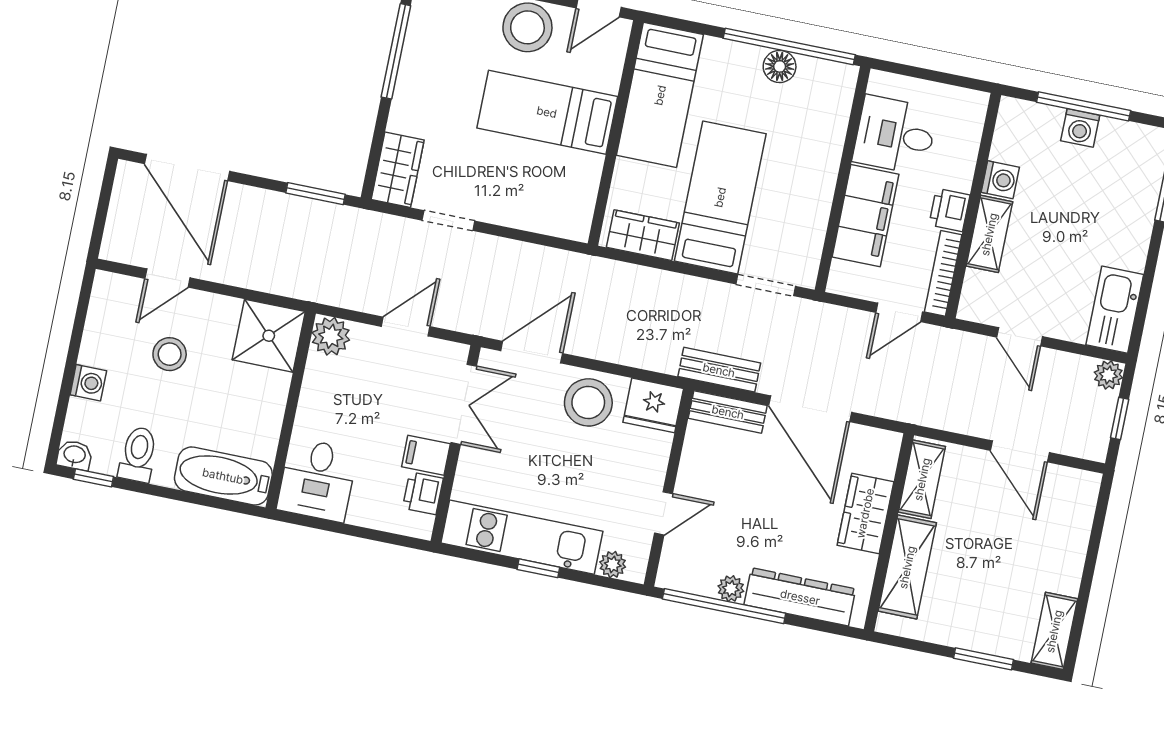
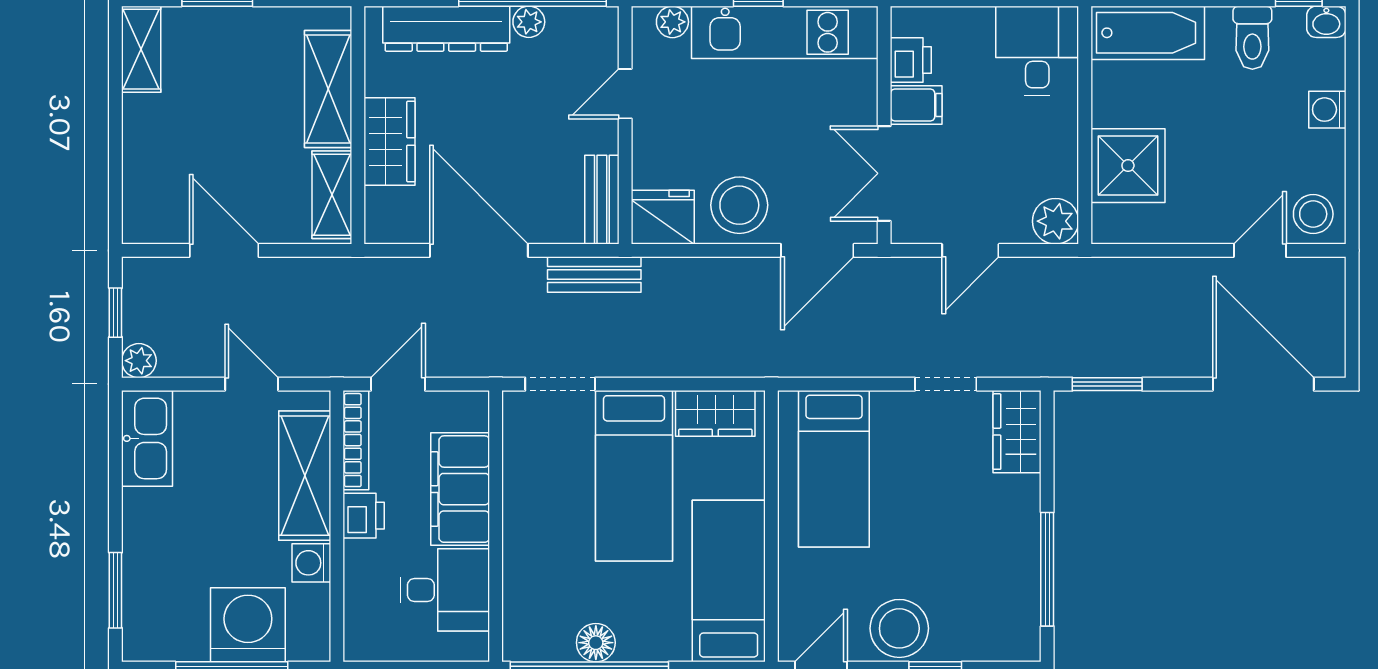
bed: (547, 112) -> (834, 469), moved, turned 90
washing machine: (1080, 128) -> (248, 625), width x1.89, depth x1.89
shelving: (989, 234) -> (305, 476), width x1.50, depth x1.33
shower: (269, 336) -> (1128, 166), moved
stool: (170, 354) -> (1313, 214), moved
bench: (728, 412) -> (602, 200), moved, turned 90

